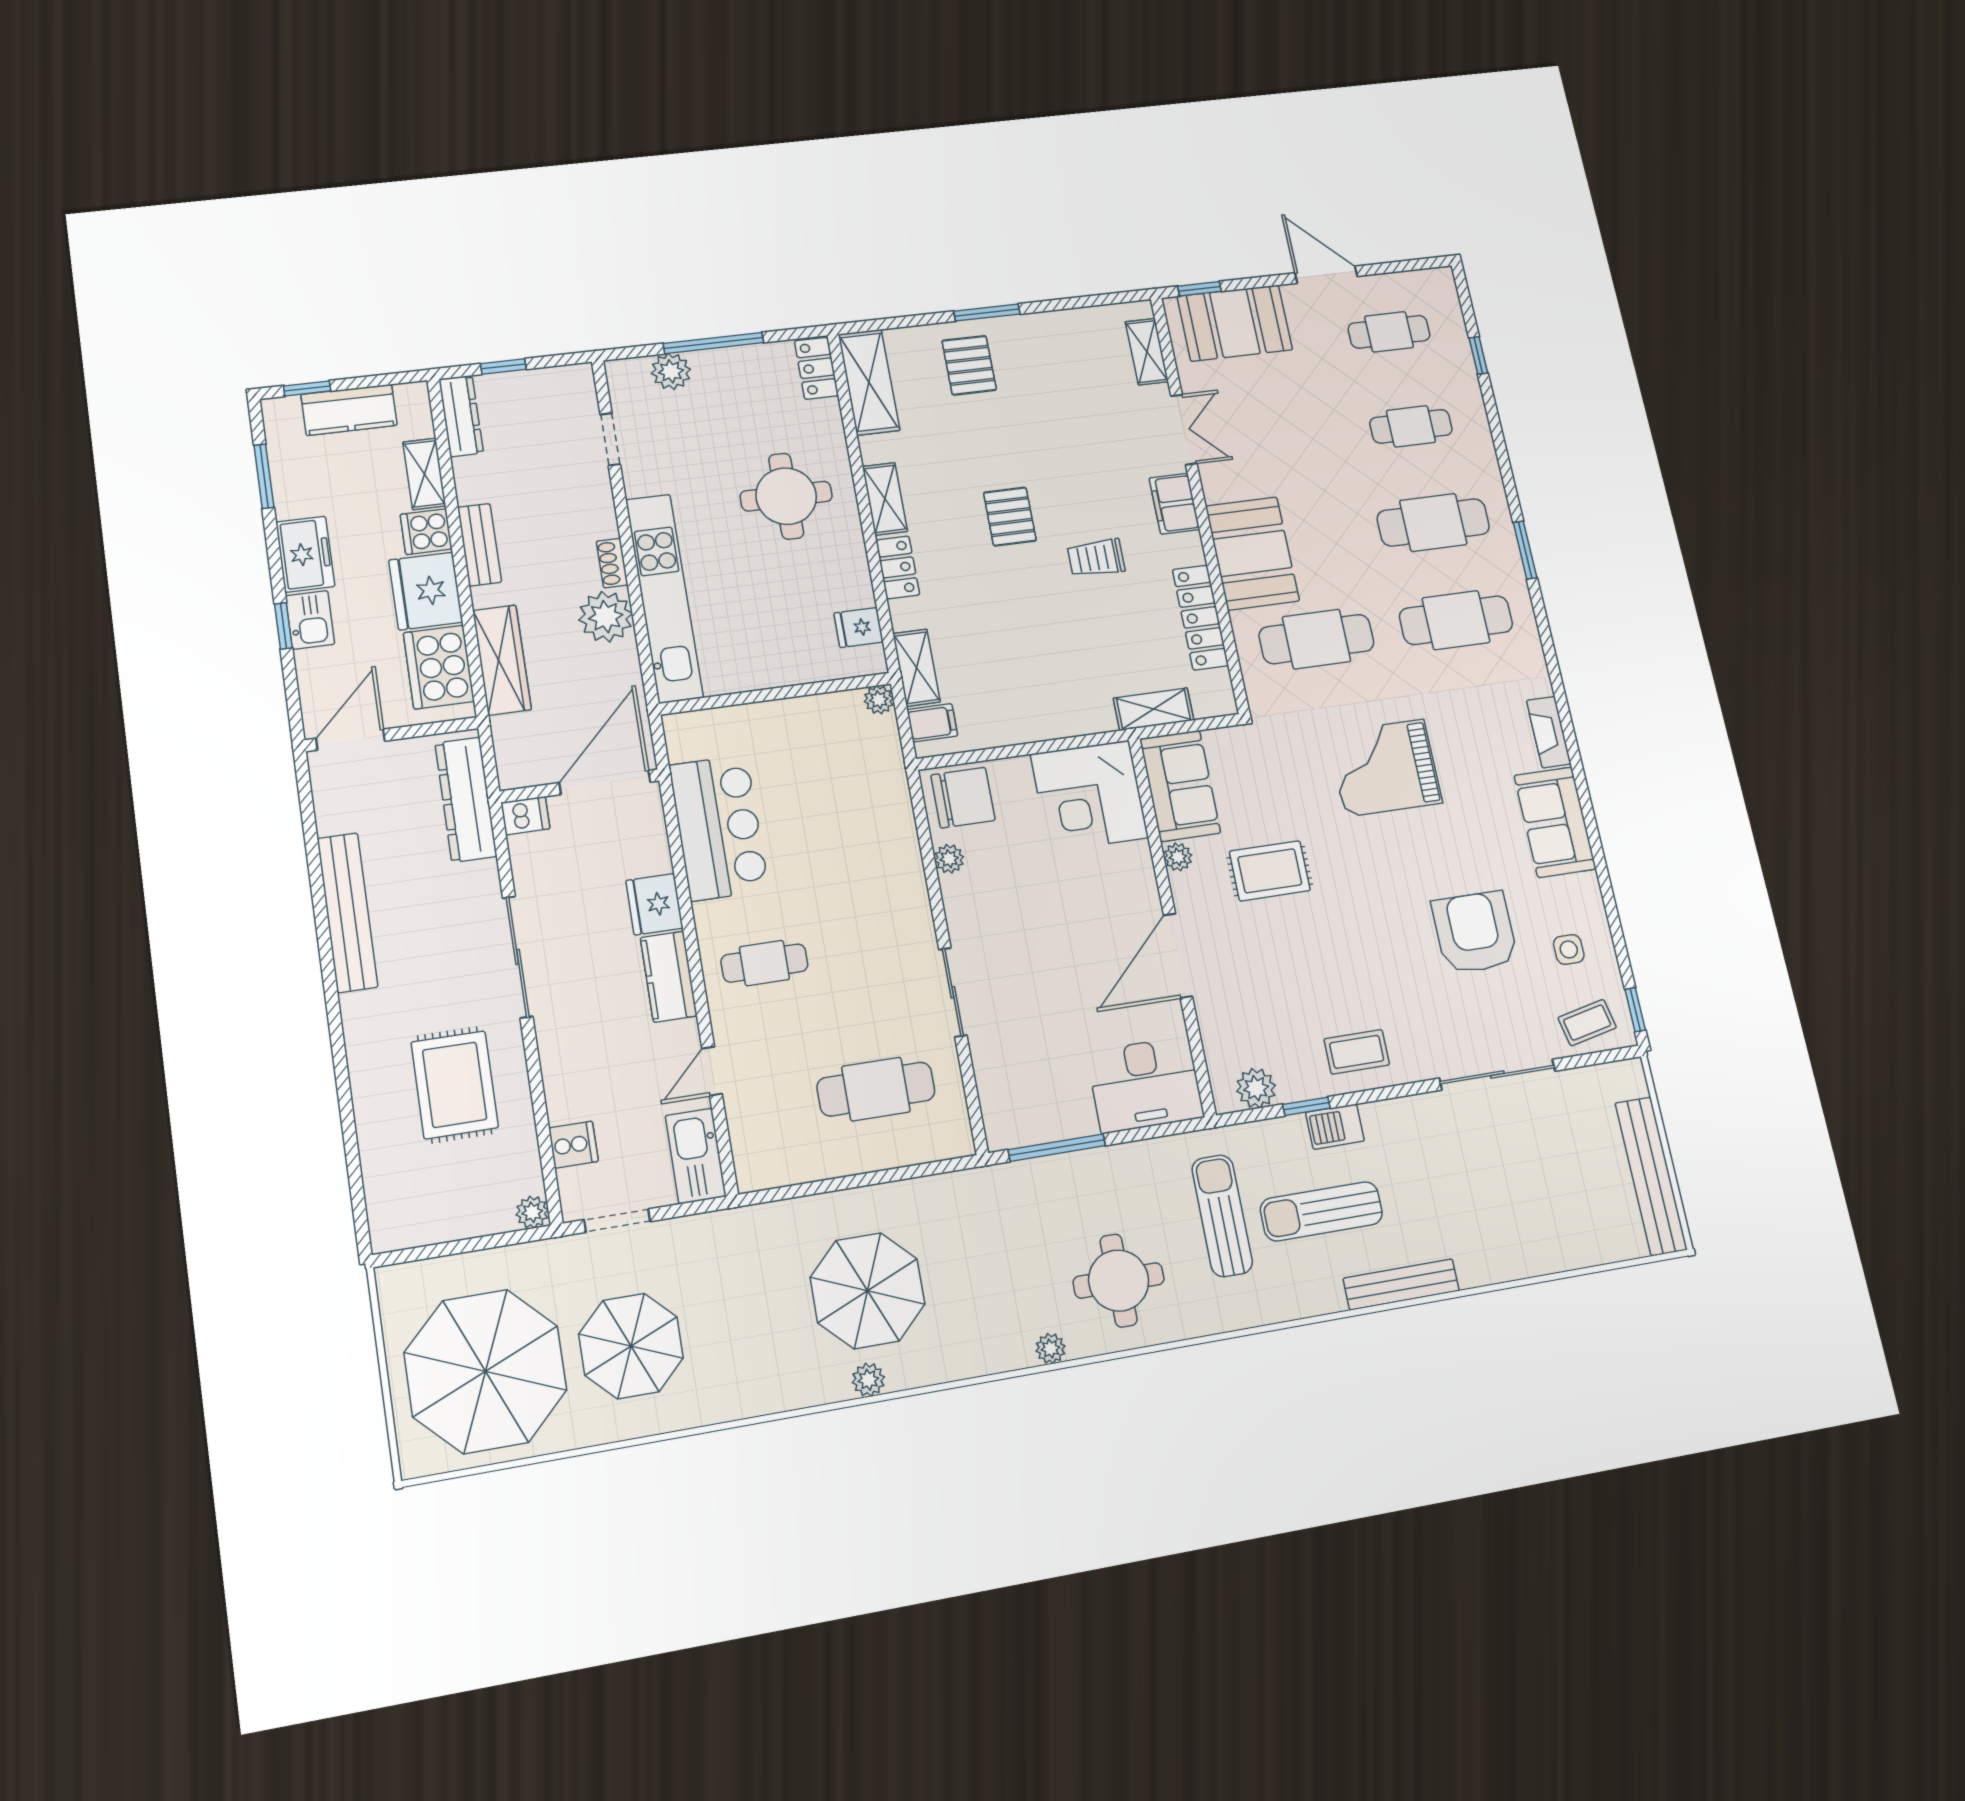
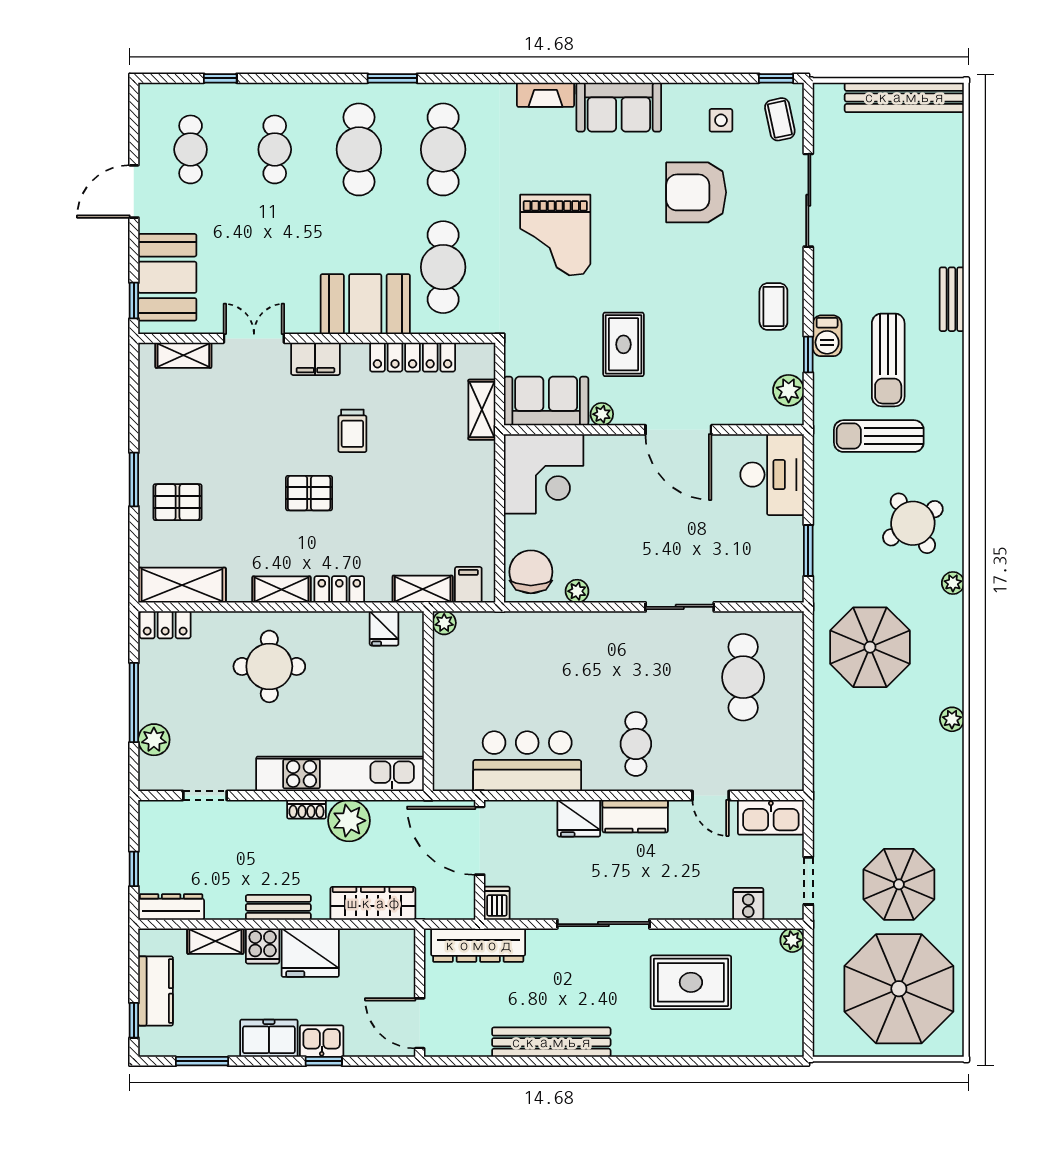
cooker: (439, 667) -> (372, 951), removed
window: (1057, 1148) -> (808, 550), width x0.69
round table: (1119, 1281) -> (913, 523), turned -33
bench: (1401, 1284) -> (952, 299), width x0.73
parasol: (868, 1291) -> (870, 647), moved

